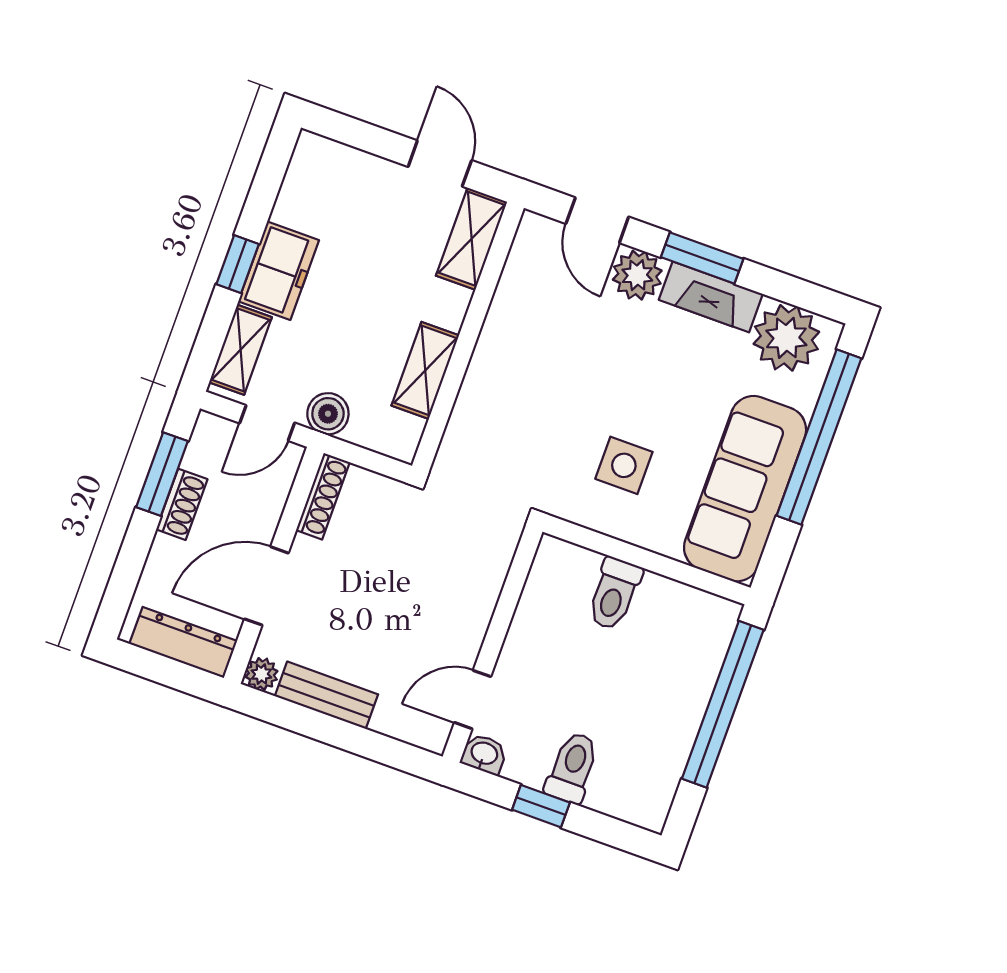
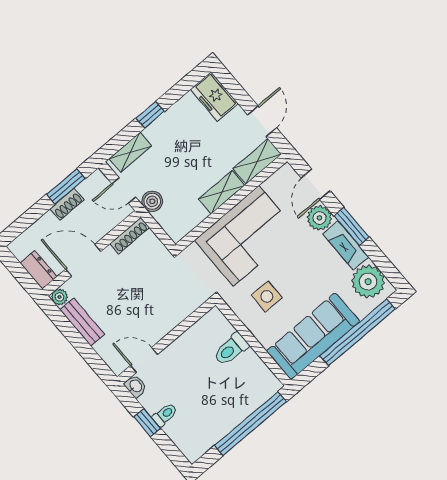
freezer: (279, 271) -> (214, 96), moved, turned 90
shelving: (425, 370) -> (222, 192), moved
corner sofa: (527, 380) -> (246, 236), added
dresser: (183, 642) -> (39, 270), width x0.70
toilet: (572, 768) -> (165, 415), width x0.73, depth x0.72

